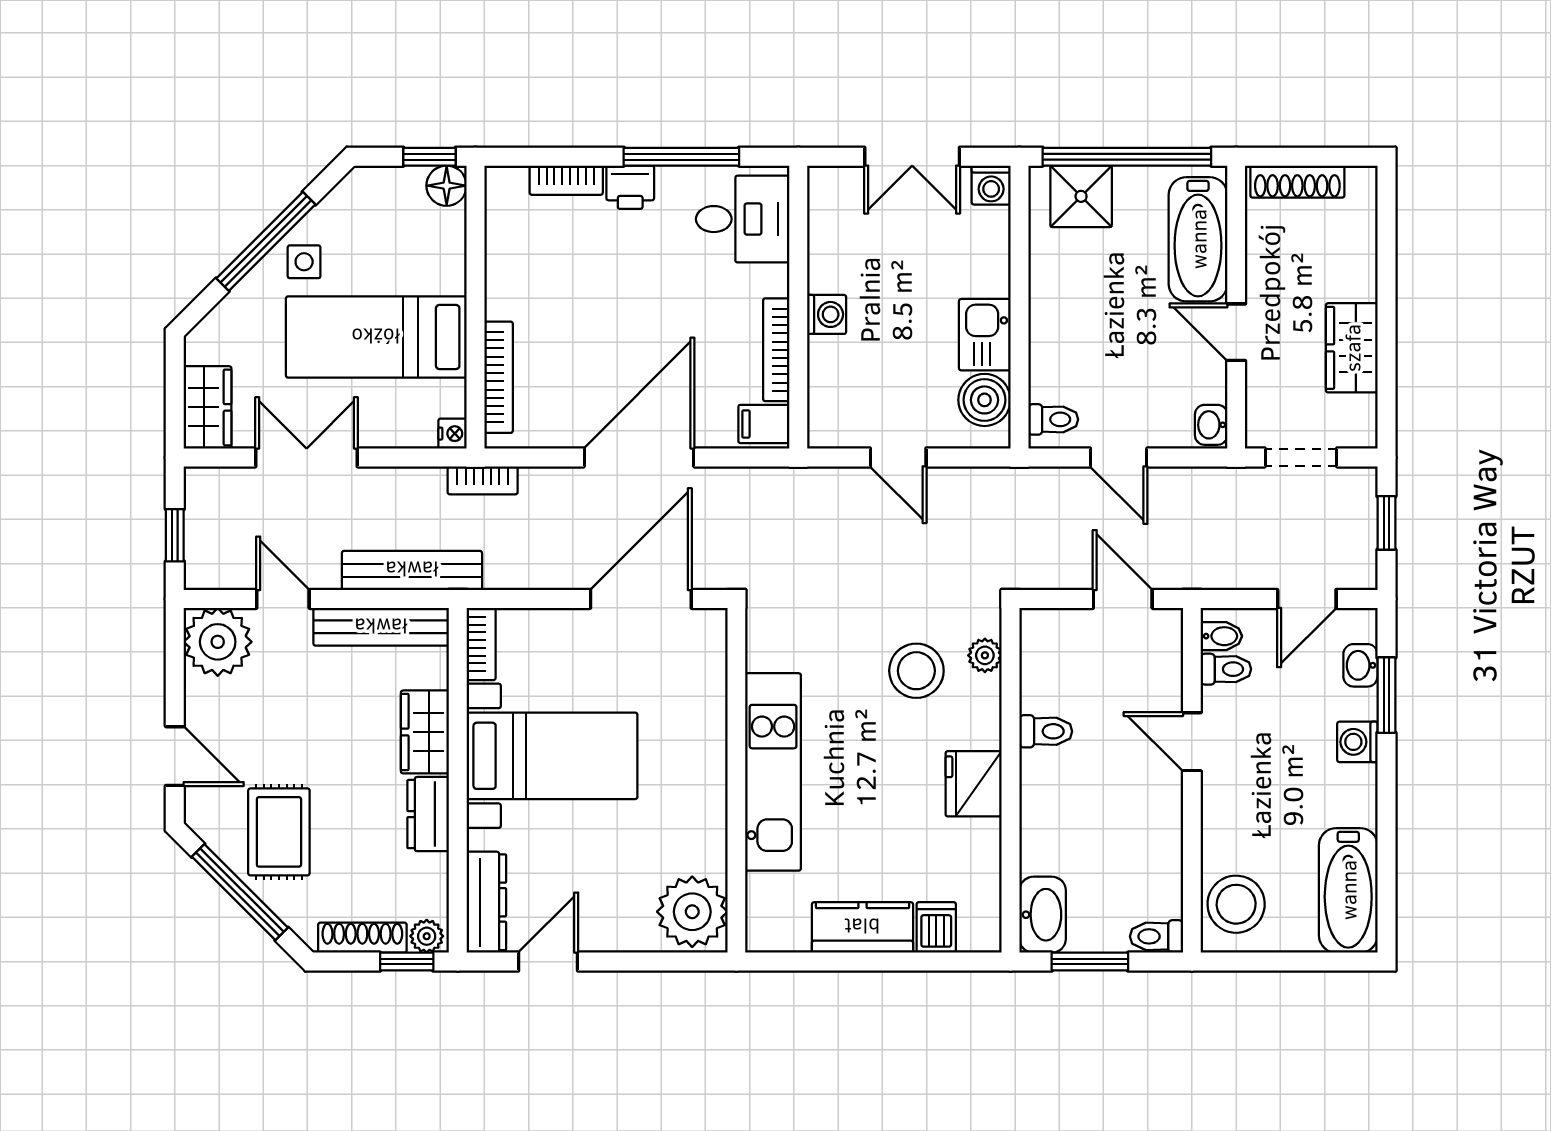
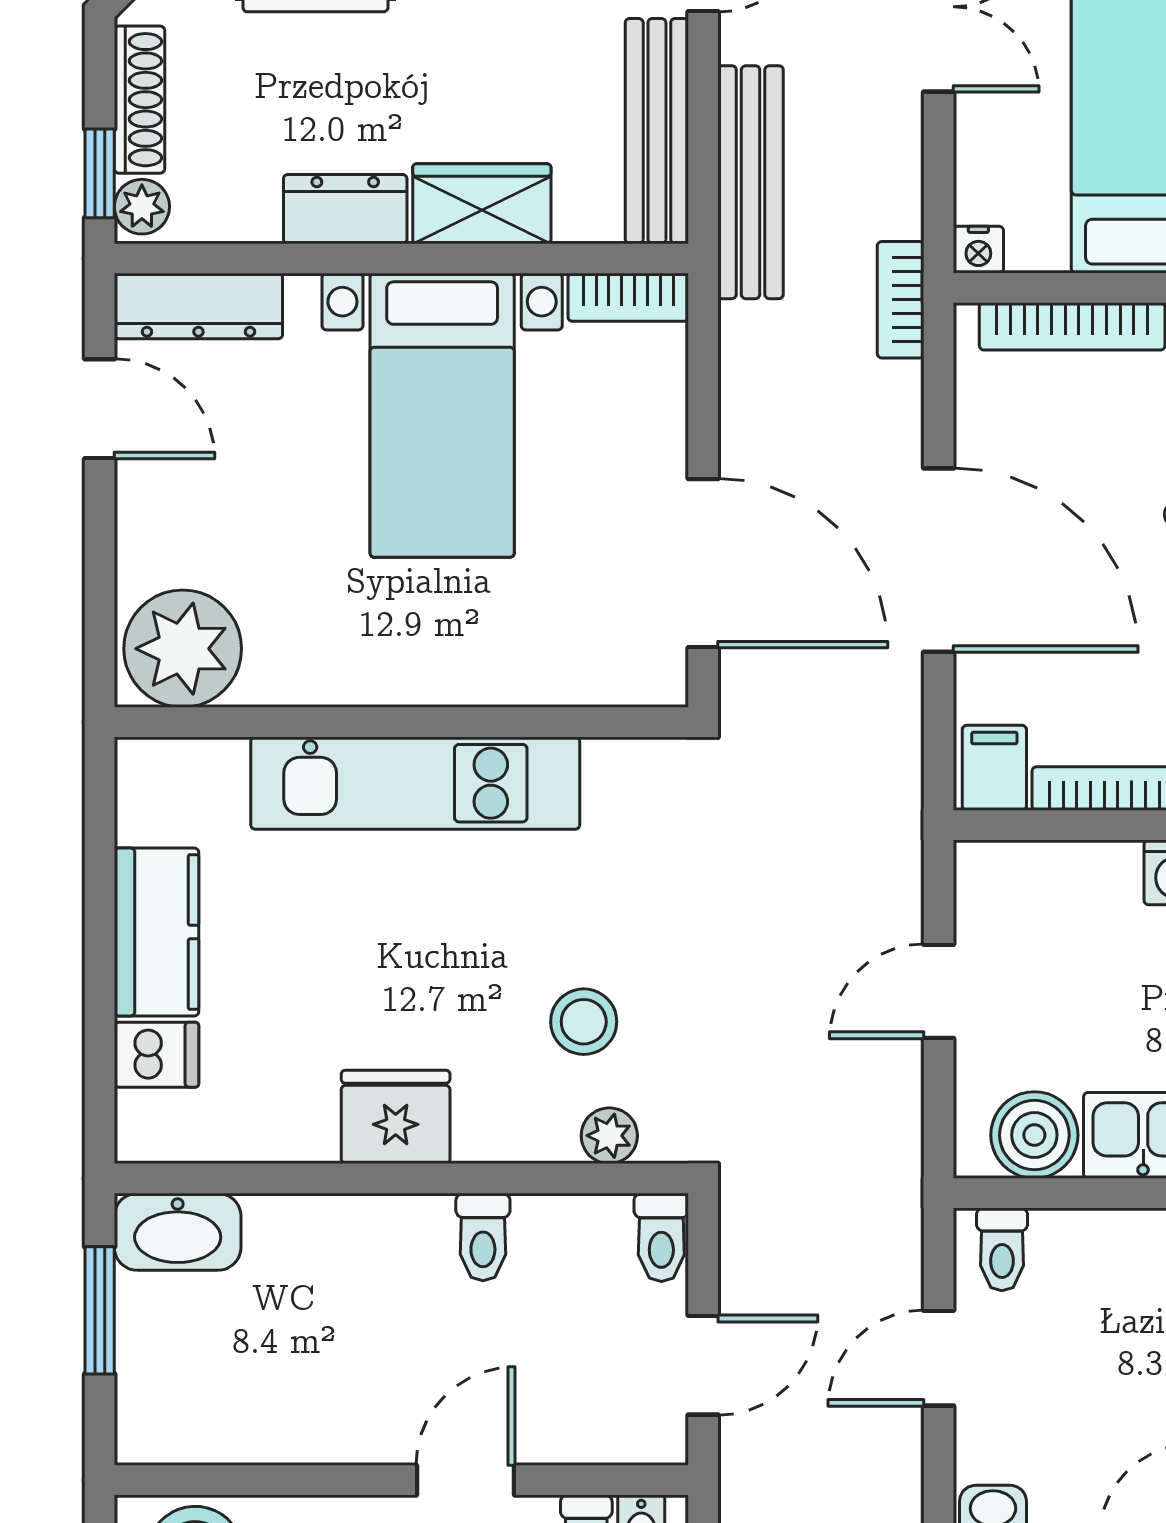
stool: (916, 671) -> (584, 1022), width x0.73, depth x0.73
toilet: (1156, 936) -> (661, 1237), moved, turned 180

